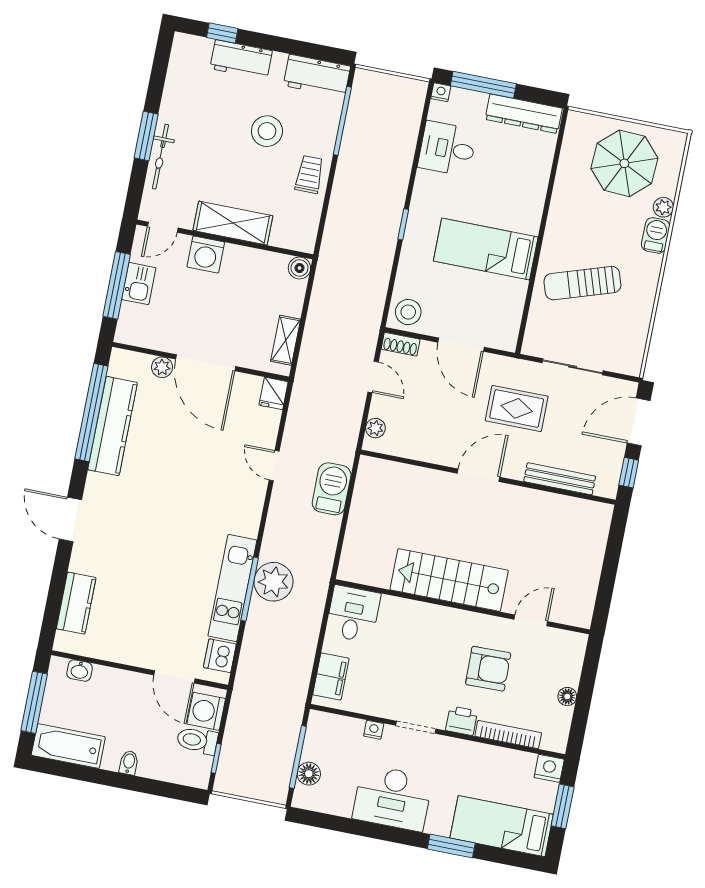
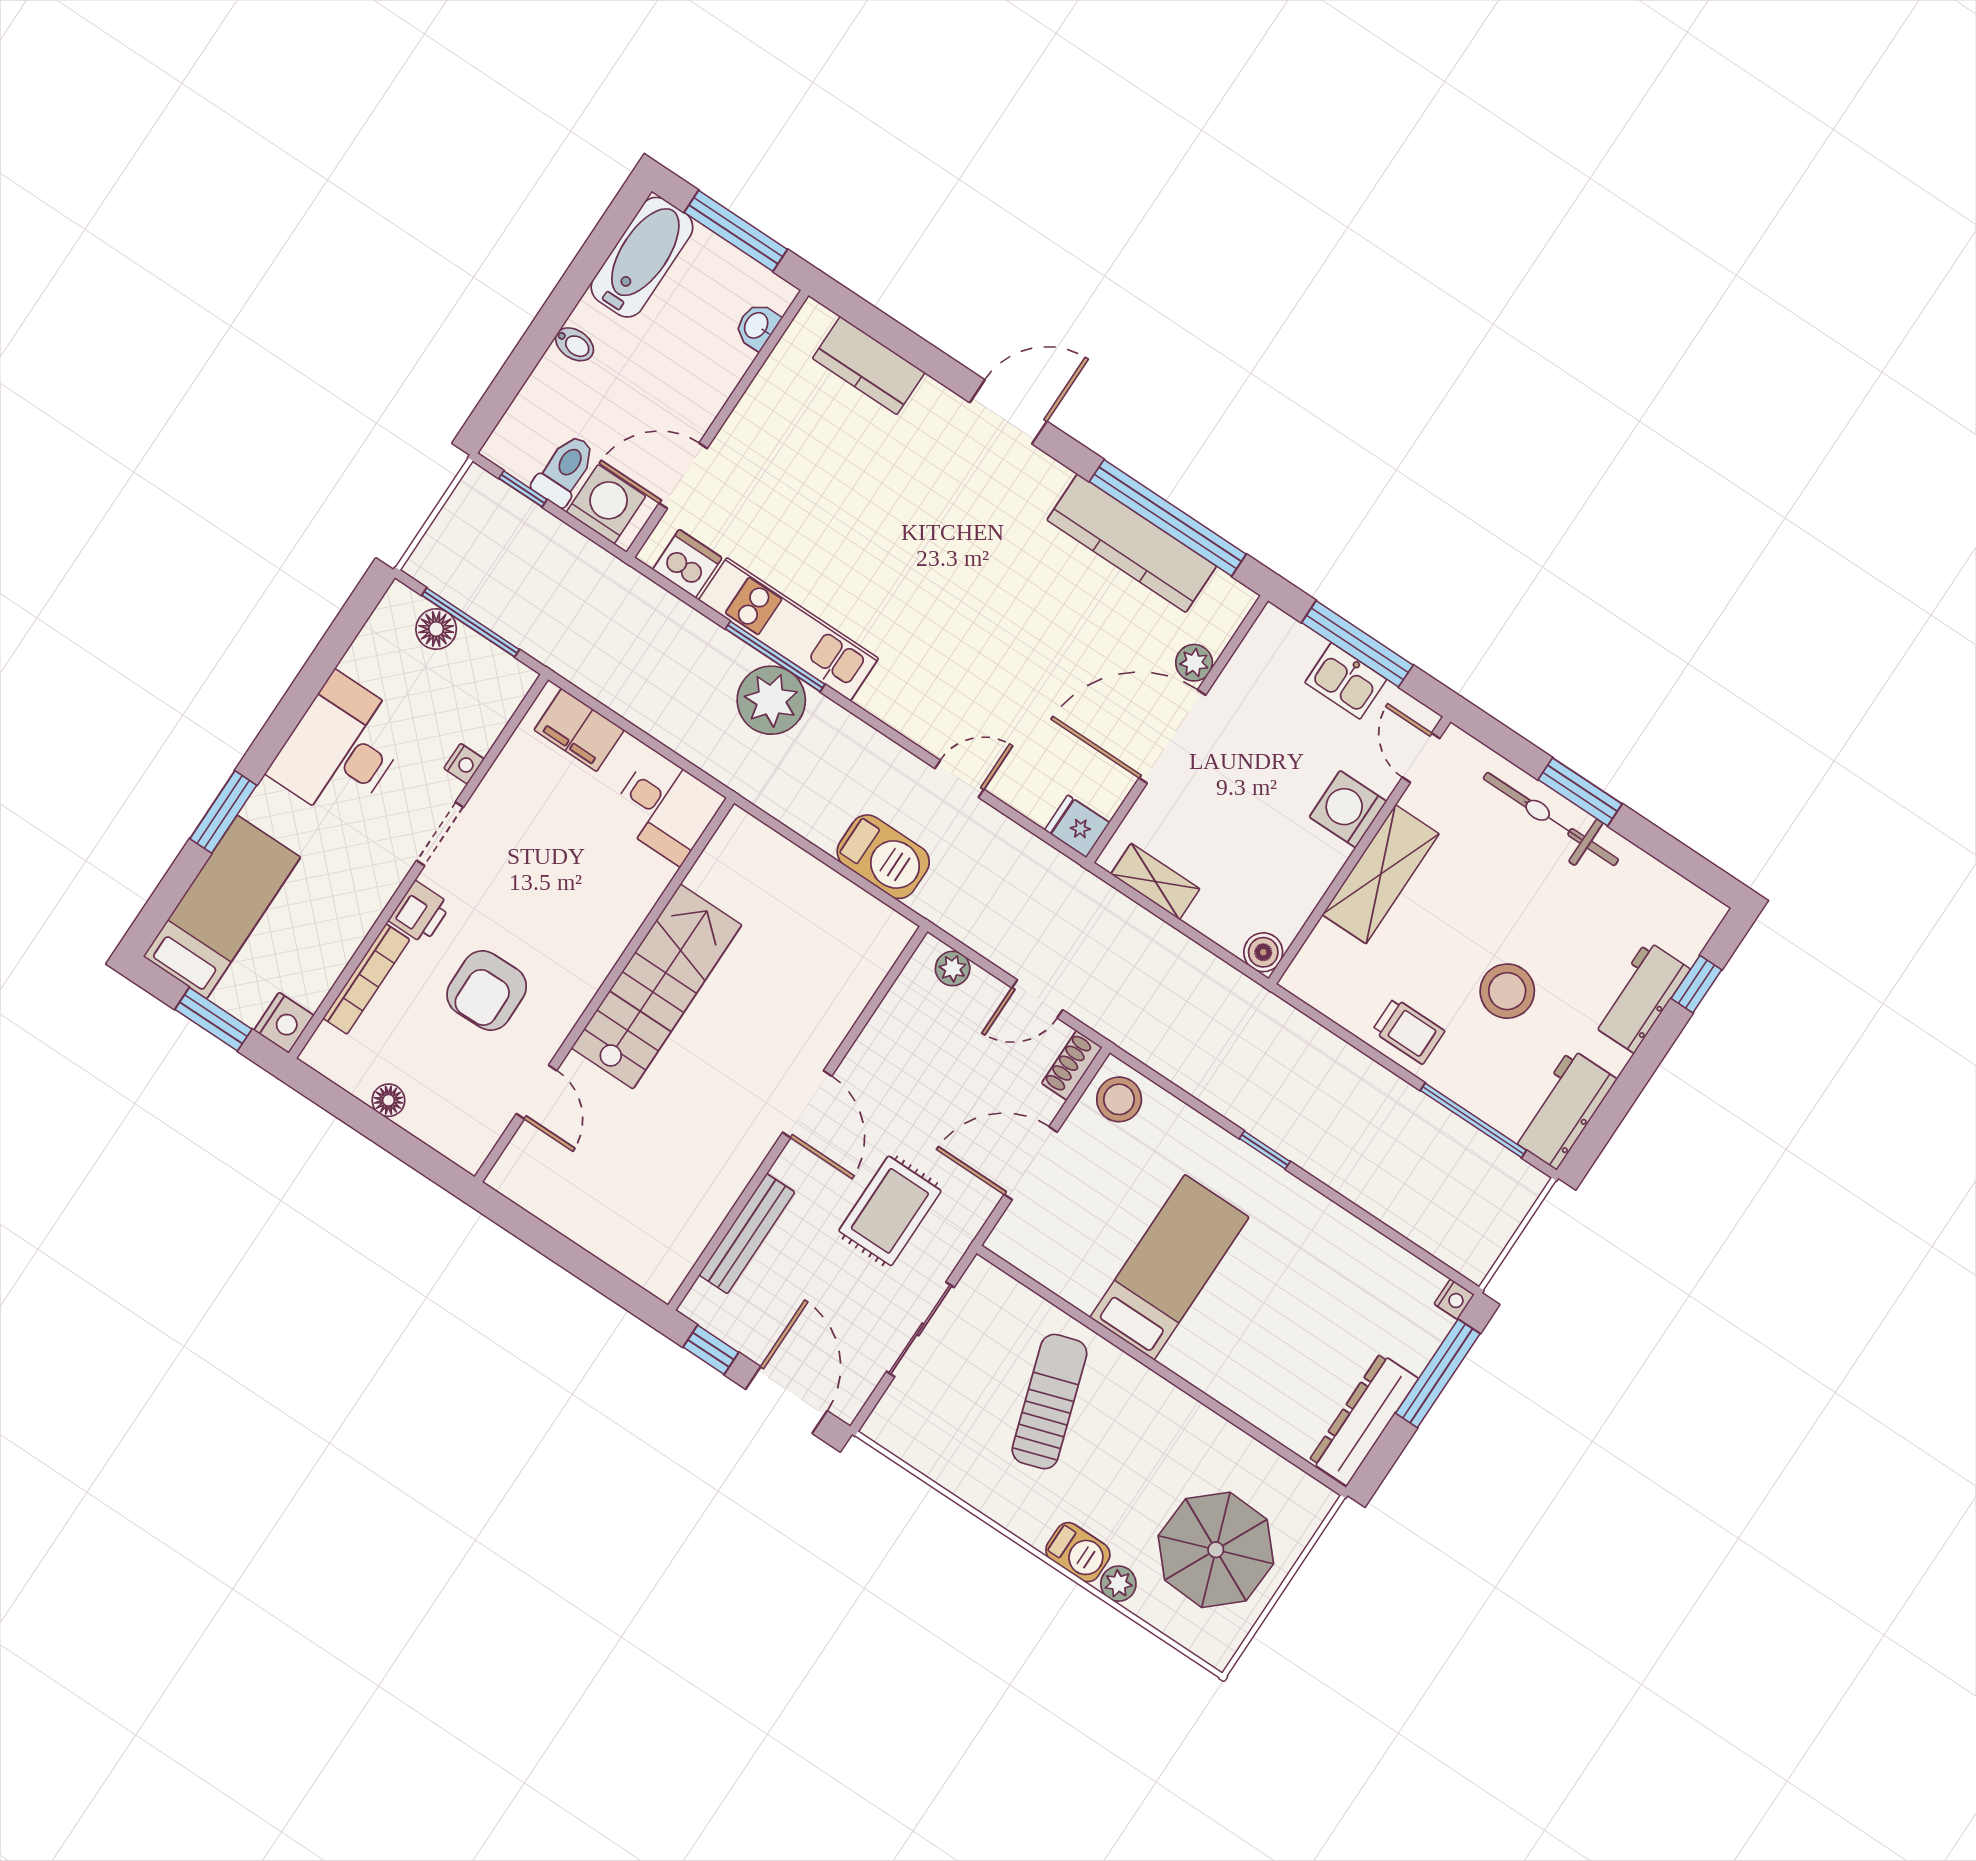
desk: (447, 149) -> (1358, 1272), removed
bicycle: (160, 157) -> (1551, 819), width x1.37, depth x1.40

